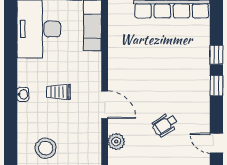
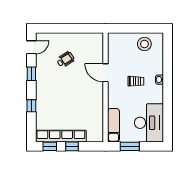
window: (216, 86) -> (31, 74), moved
plant: (116, 142) -> (98, 48), removed
door: (216, 143) -> (31, 47), hinge flipped

